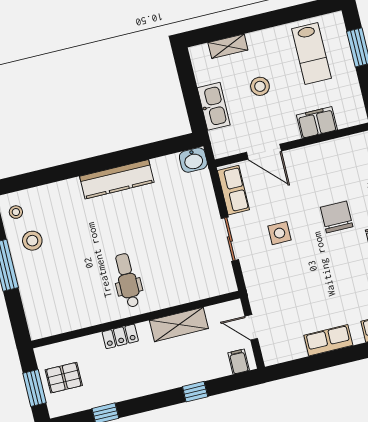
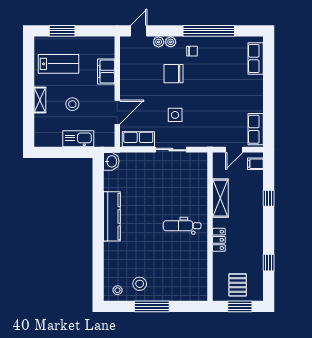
shelving: (228, 46) -> (40, 100), moved
row of seats: (328, 340) -> (256, 129), moved

